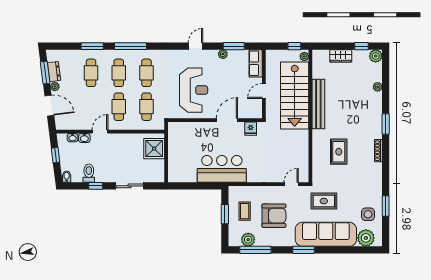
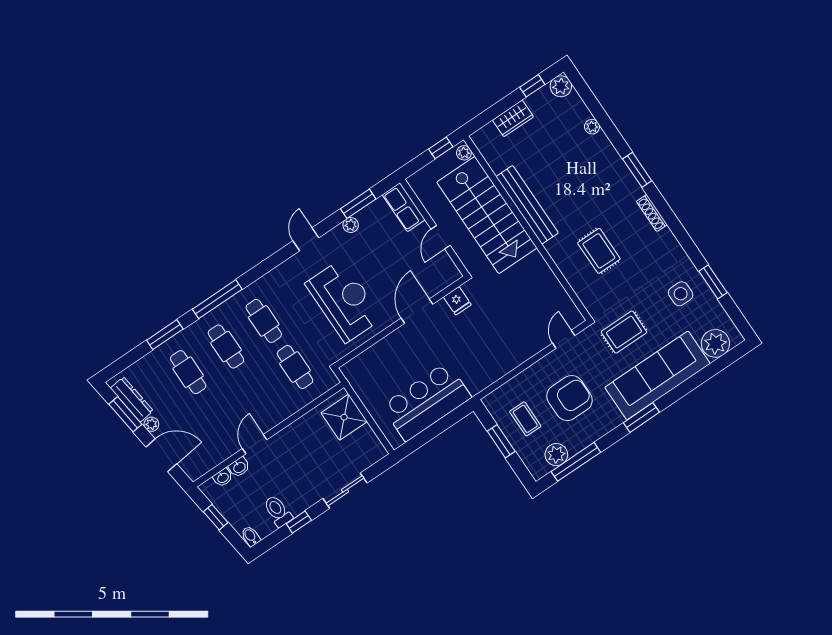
dresser: (54, 72) -> (132, 399), width x1.44
cafe table: (119, 107) -> (257, 393), removed
bar counter: (222, 169) -> (427, 402), moved
side table: (368, 214) -> (681, 294), moved

